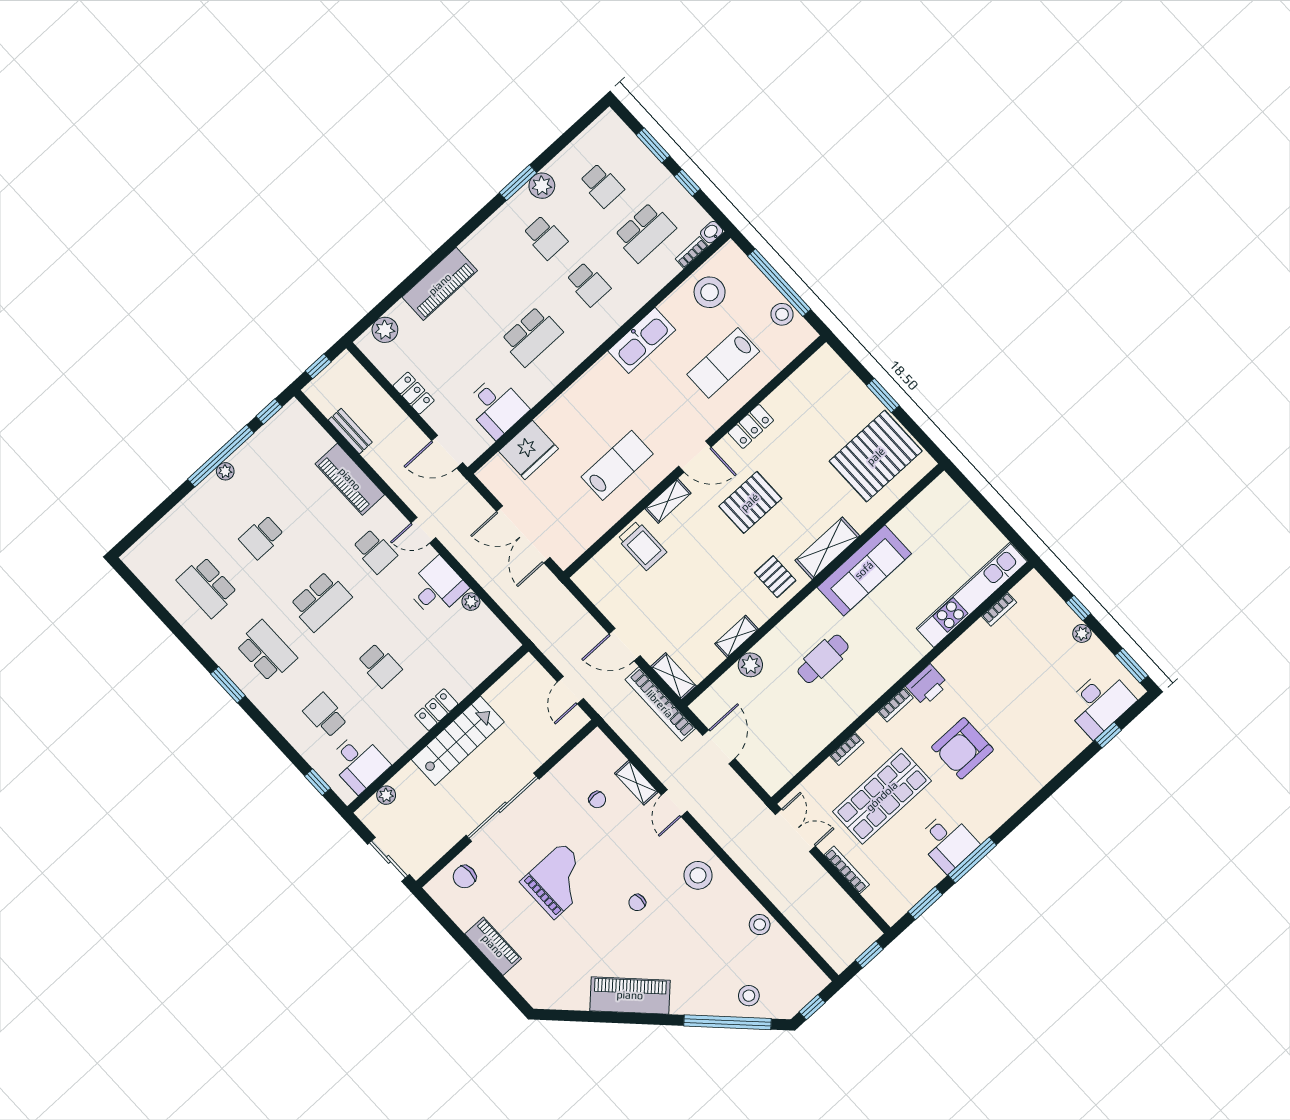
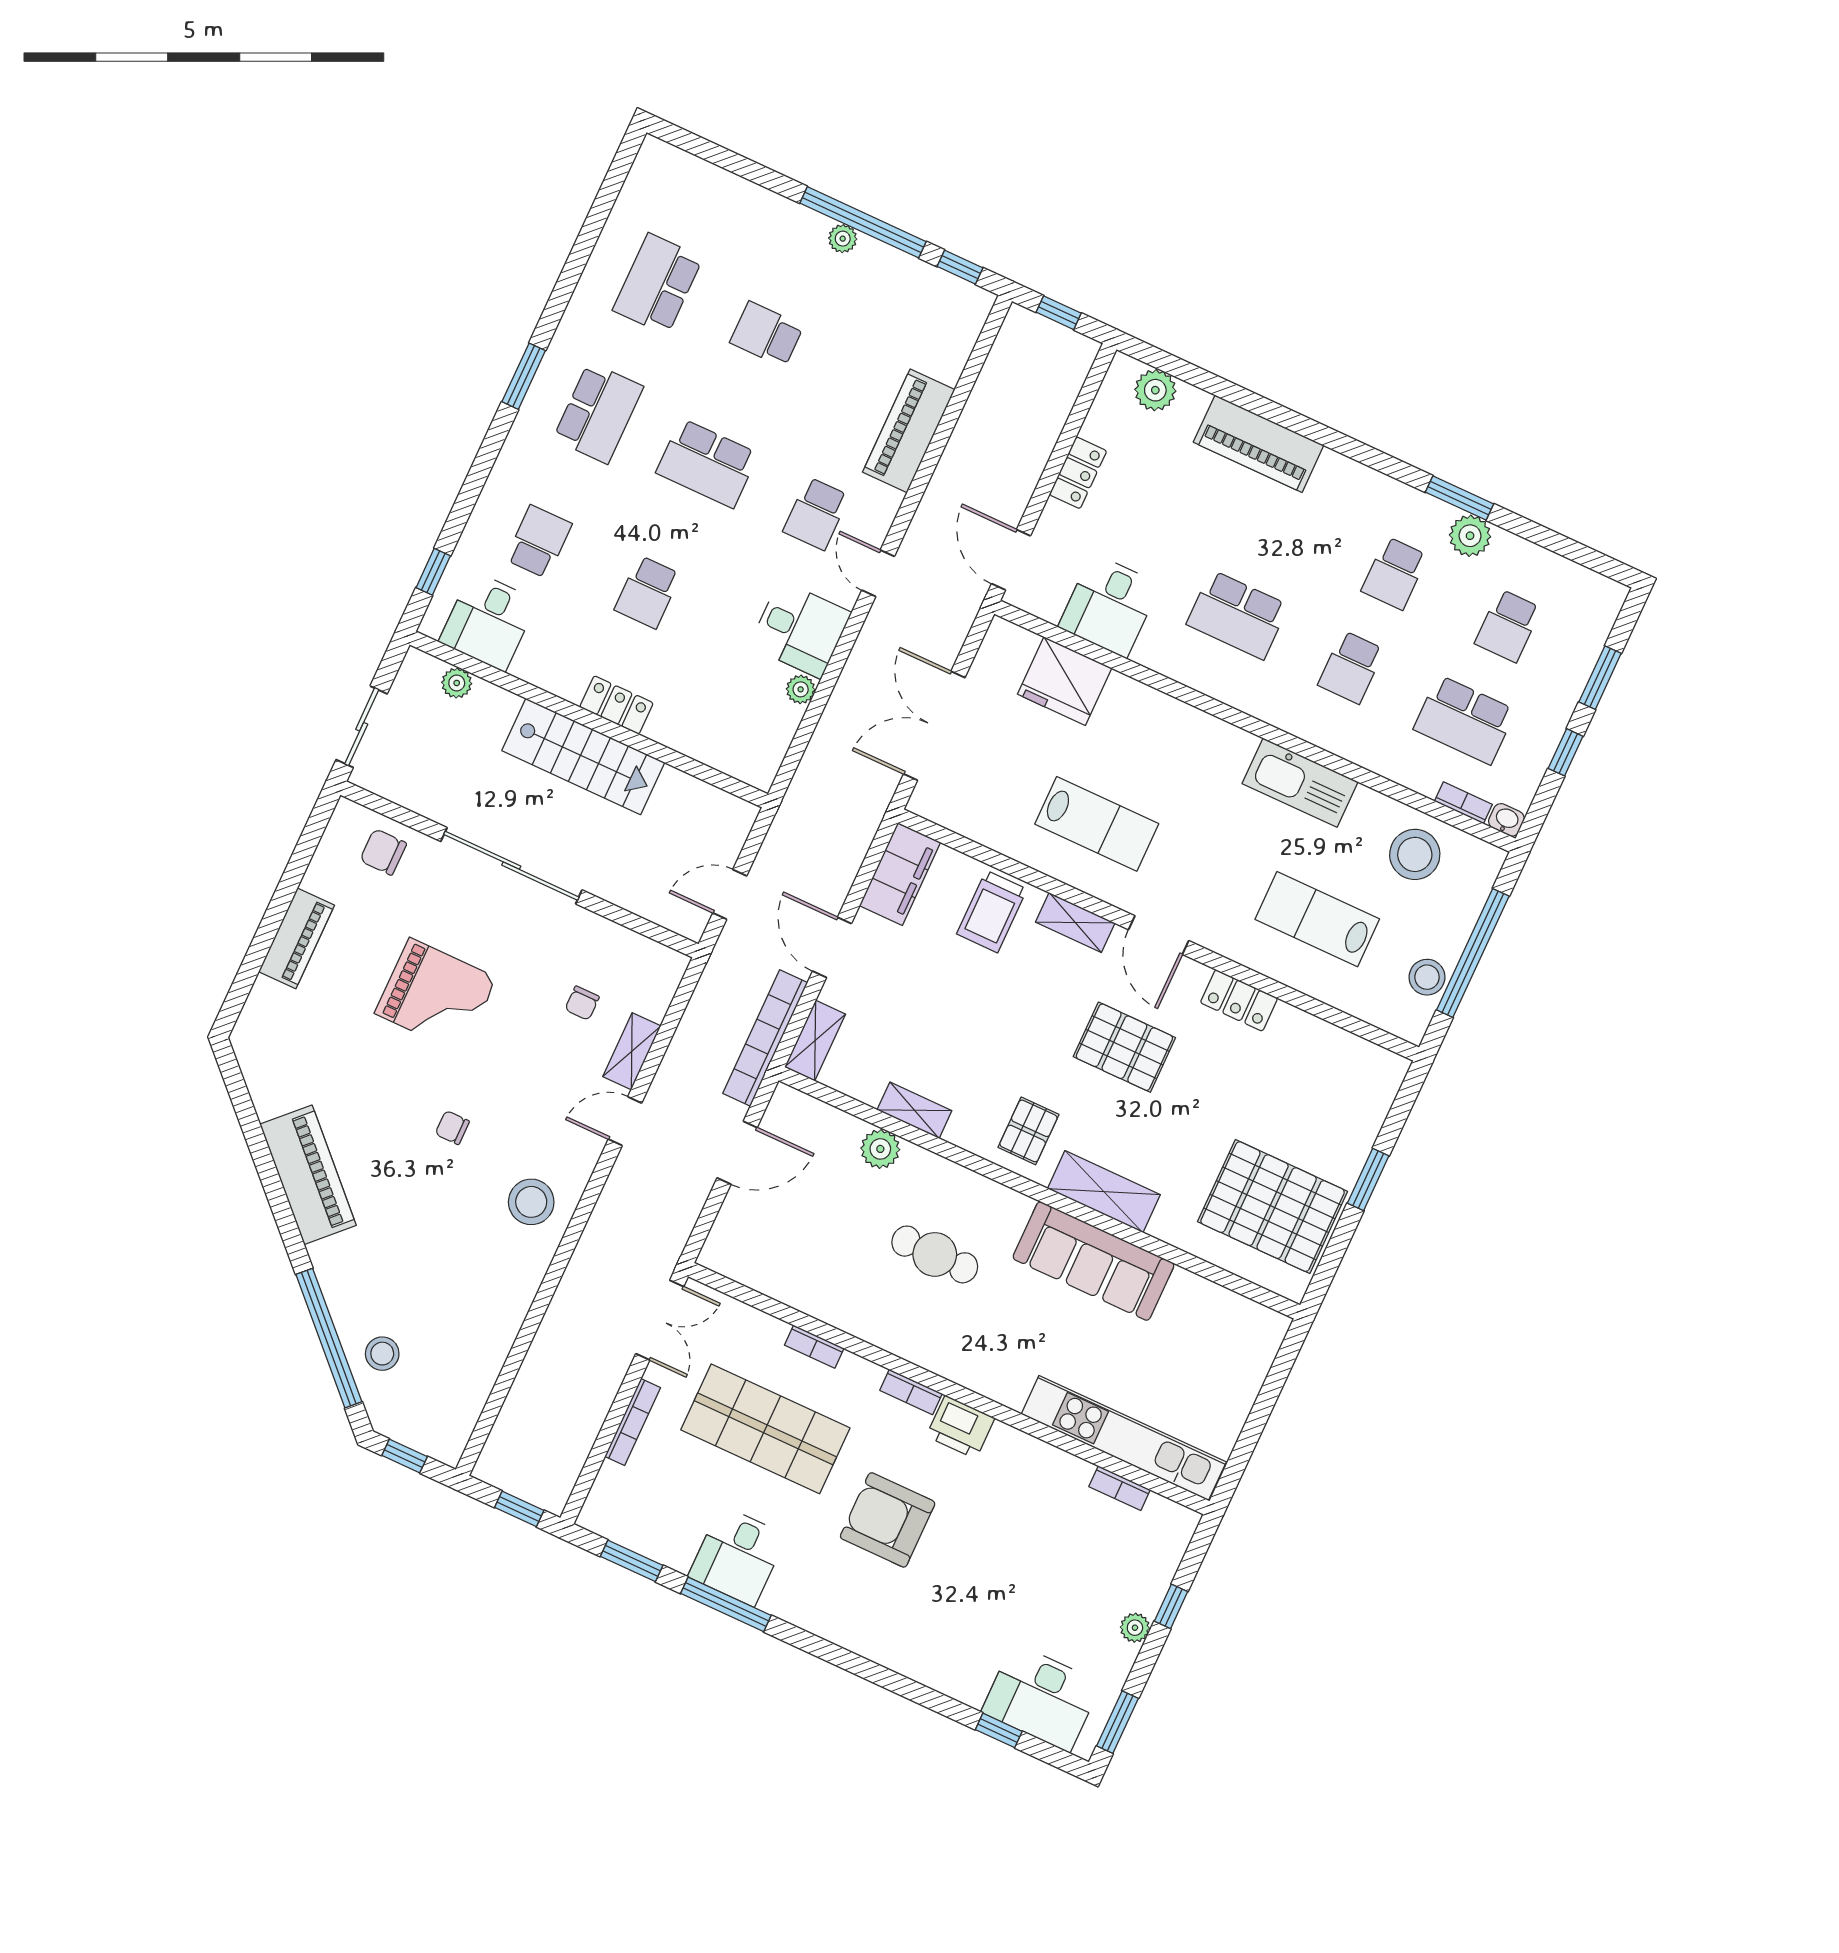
bench: (350, 431) -> (981, 401), removed
filing cabinet: (599, 589) -> (900, 874), added
stool: (760, 925) -> (496, 1325), removed

